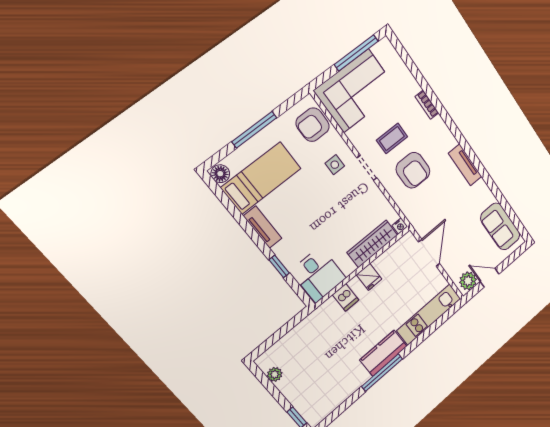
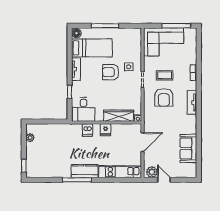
armchair: (313, 125) -> (111, 72), moved
tv unit: (465, 165) -> (192, 102), moved
sofa: (500, 226) -> (188, 148), moved

